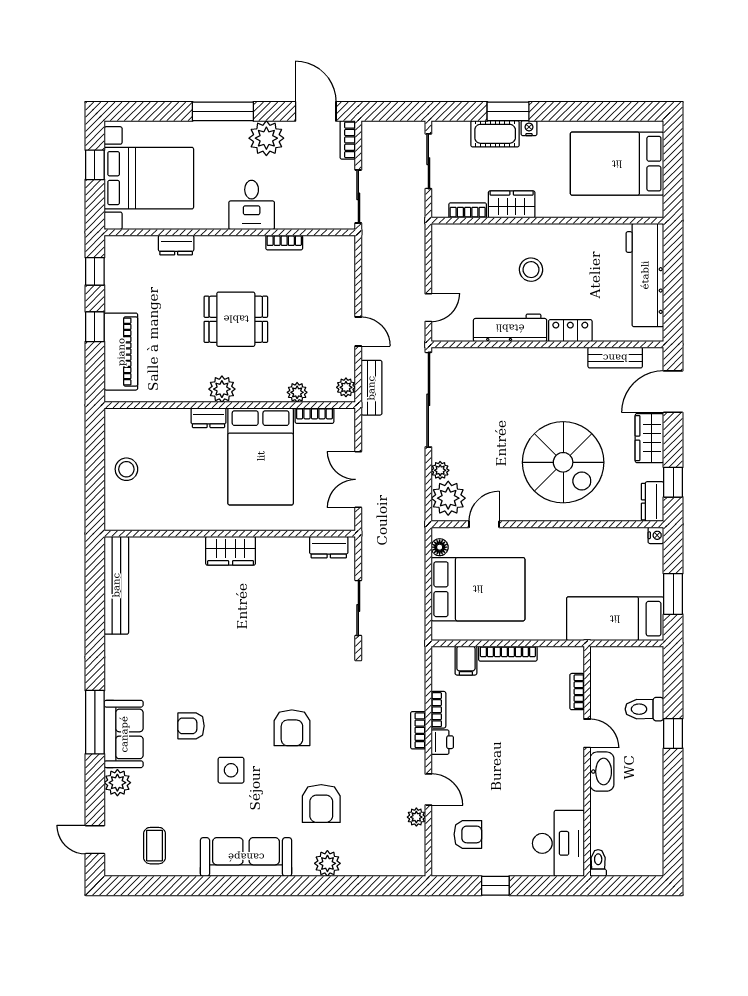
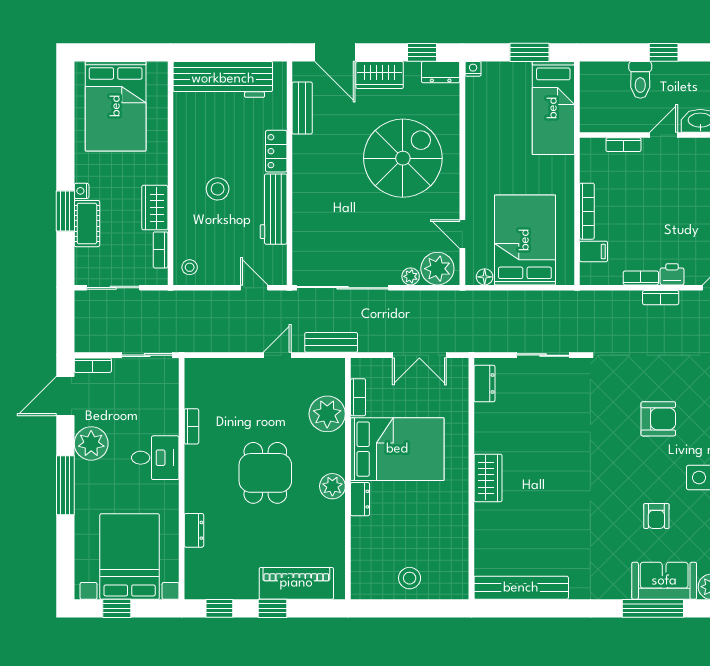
stool: (450, 241) -> (190, 267), added
plant: (346, 387) -> (331, 367), removed
plant: (297, 392) -> (327, 414), width x1.87, depth x1.87

